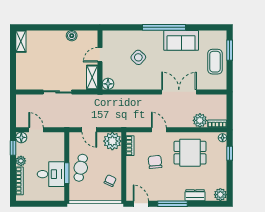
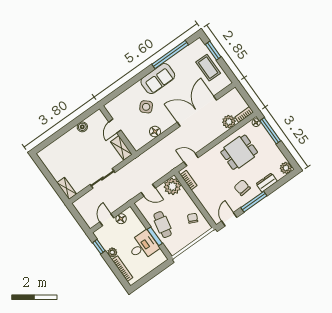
window: (164, 27) -> (170, 55), moved
sofa: (181, 40) -> (158, 79), moved
shelving: (21, 41) -> (67, 188), moved
floor lamp: (108, 84) -> (155, 132), moved
double door: (179, 92) -> (197, 111), width x1.36
door: (36, 130) -> (107, 220), hinge flipped
door: (159, 130) -> (191, 160), moved
floor lamp: (21, 137) -> (121, 219), moved
window: (230, 153) -> (270, 131), width x2.17
chair: (155, 162) -> (242, 188), moved
door: (141, 204) -> (229, 219), hinge flipped

